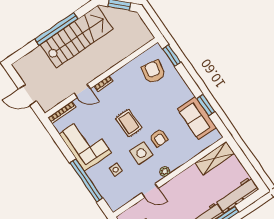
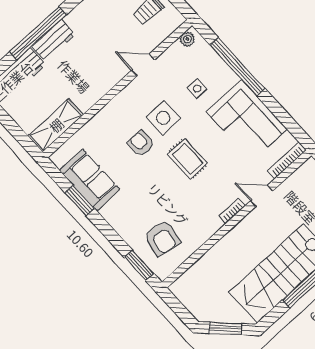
plant: (165, 172) -> (187, 39), moved

